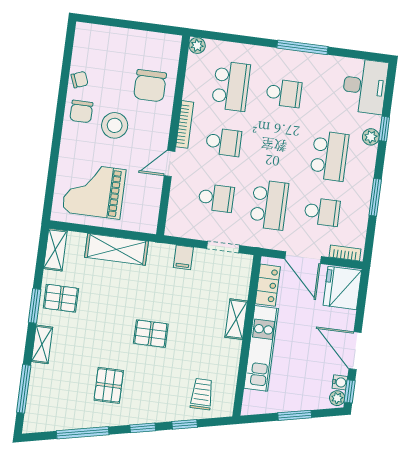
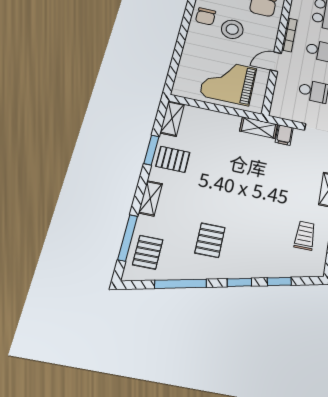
grand piano: (94, 191) -> (228, 82), moved
shelving: (116, 249) -> (259, 128), moved, width x0.67, depth x0.75
window: (35, 306) -> (151, 150), moved
pallet: (151, 334) -> (148, 252), moved, turned 90
trolley: (202, 394) -> (305, 236), moved

